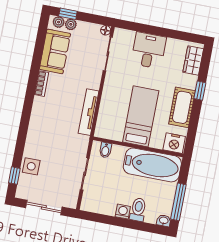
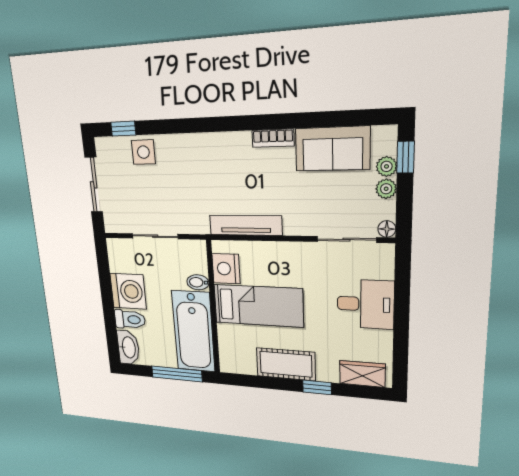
plant: (59, 22) -> (386, 189), moved
nightstand: (174, 143) -> (226, 269), moved
bidet: (105, 150) -> (198, 282), moved
window: (178, 202) -> (177, 374), moved
washing machine: (123, 212) -> (128, 291), width x1.89, depth x1.89
washbasin: (164, 221) -> (128, 347), width x1.91, depth x1.45

